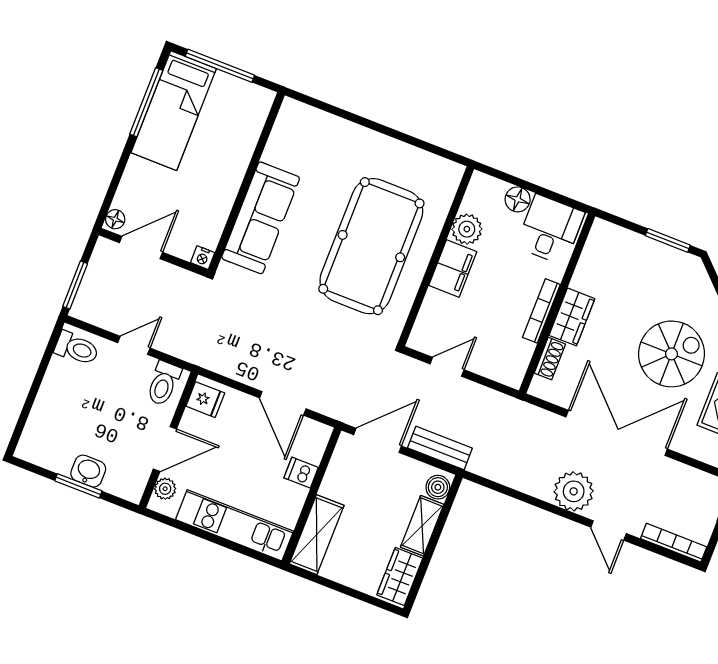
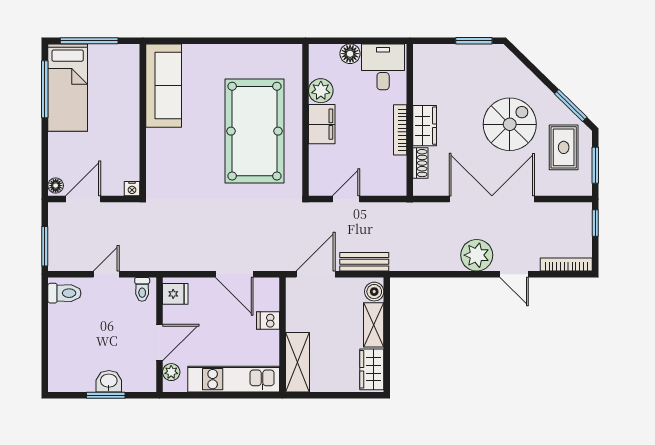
sofa: (261, 218) -> (164, 86), moved
toilet: (164, 383) -> (142, 289), width x0.73, depth x0.72

